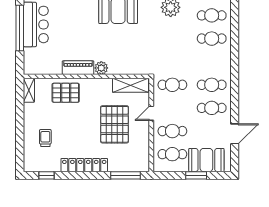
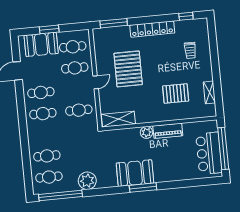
piano: (78, 68) -> (168, 131), moved
plant: (101, 68) -> (147, 132), moved
wall: (86, 76) -> (159, 123), moved
shelving: (130, 85) -> (118, 119), moved

